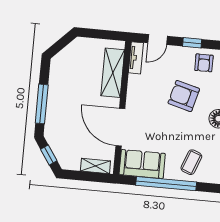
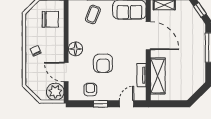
tv unit: (136, 58) -> (141, 75), moved
armchair: (184, 96) -> (103, 63), turned 75

